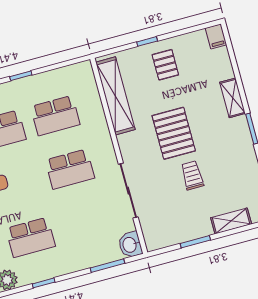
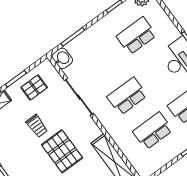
pallet: (177, 223) -> (34, 88), added

